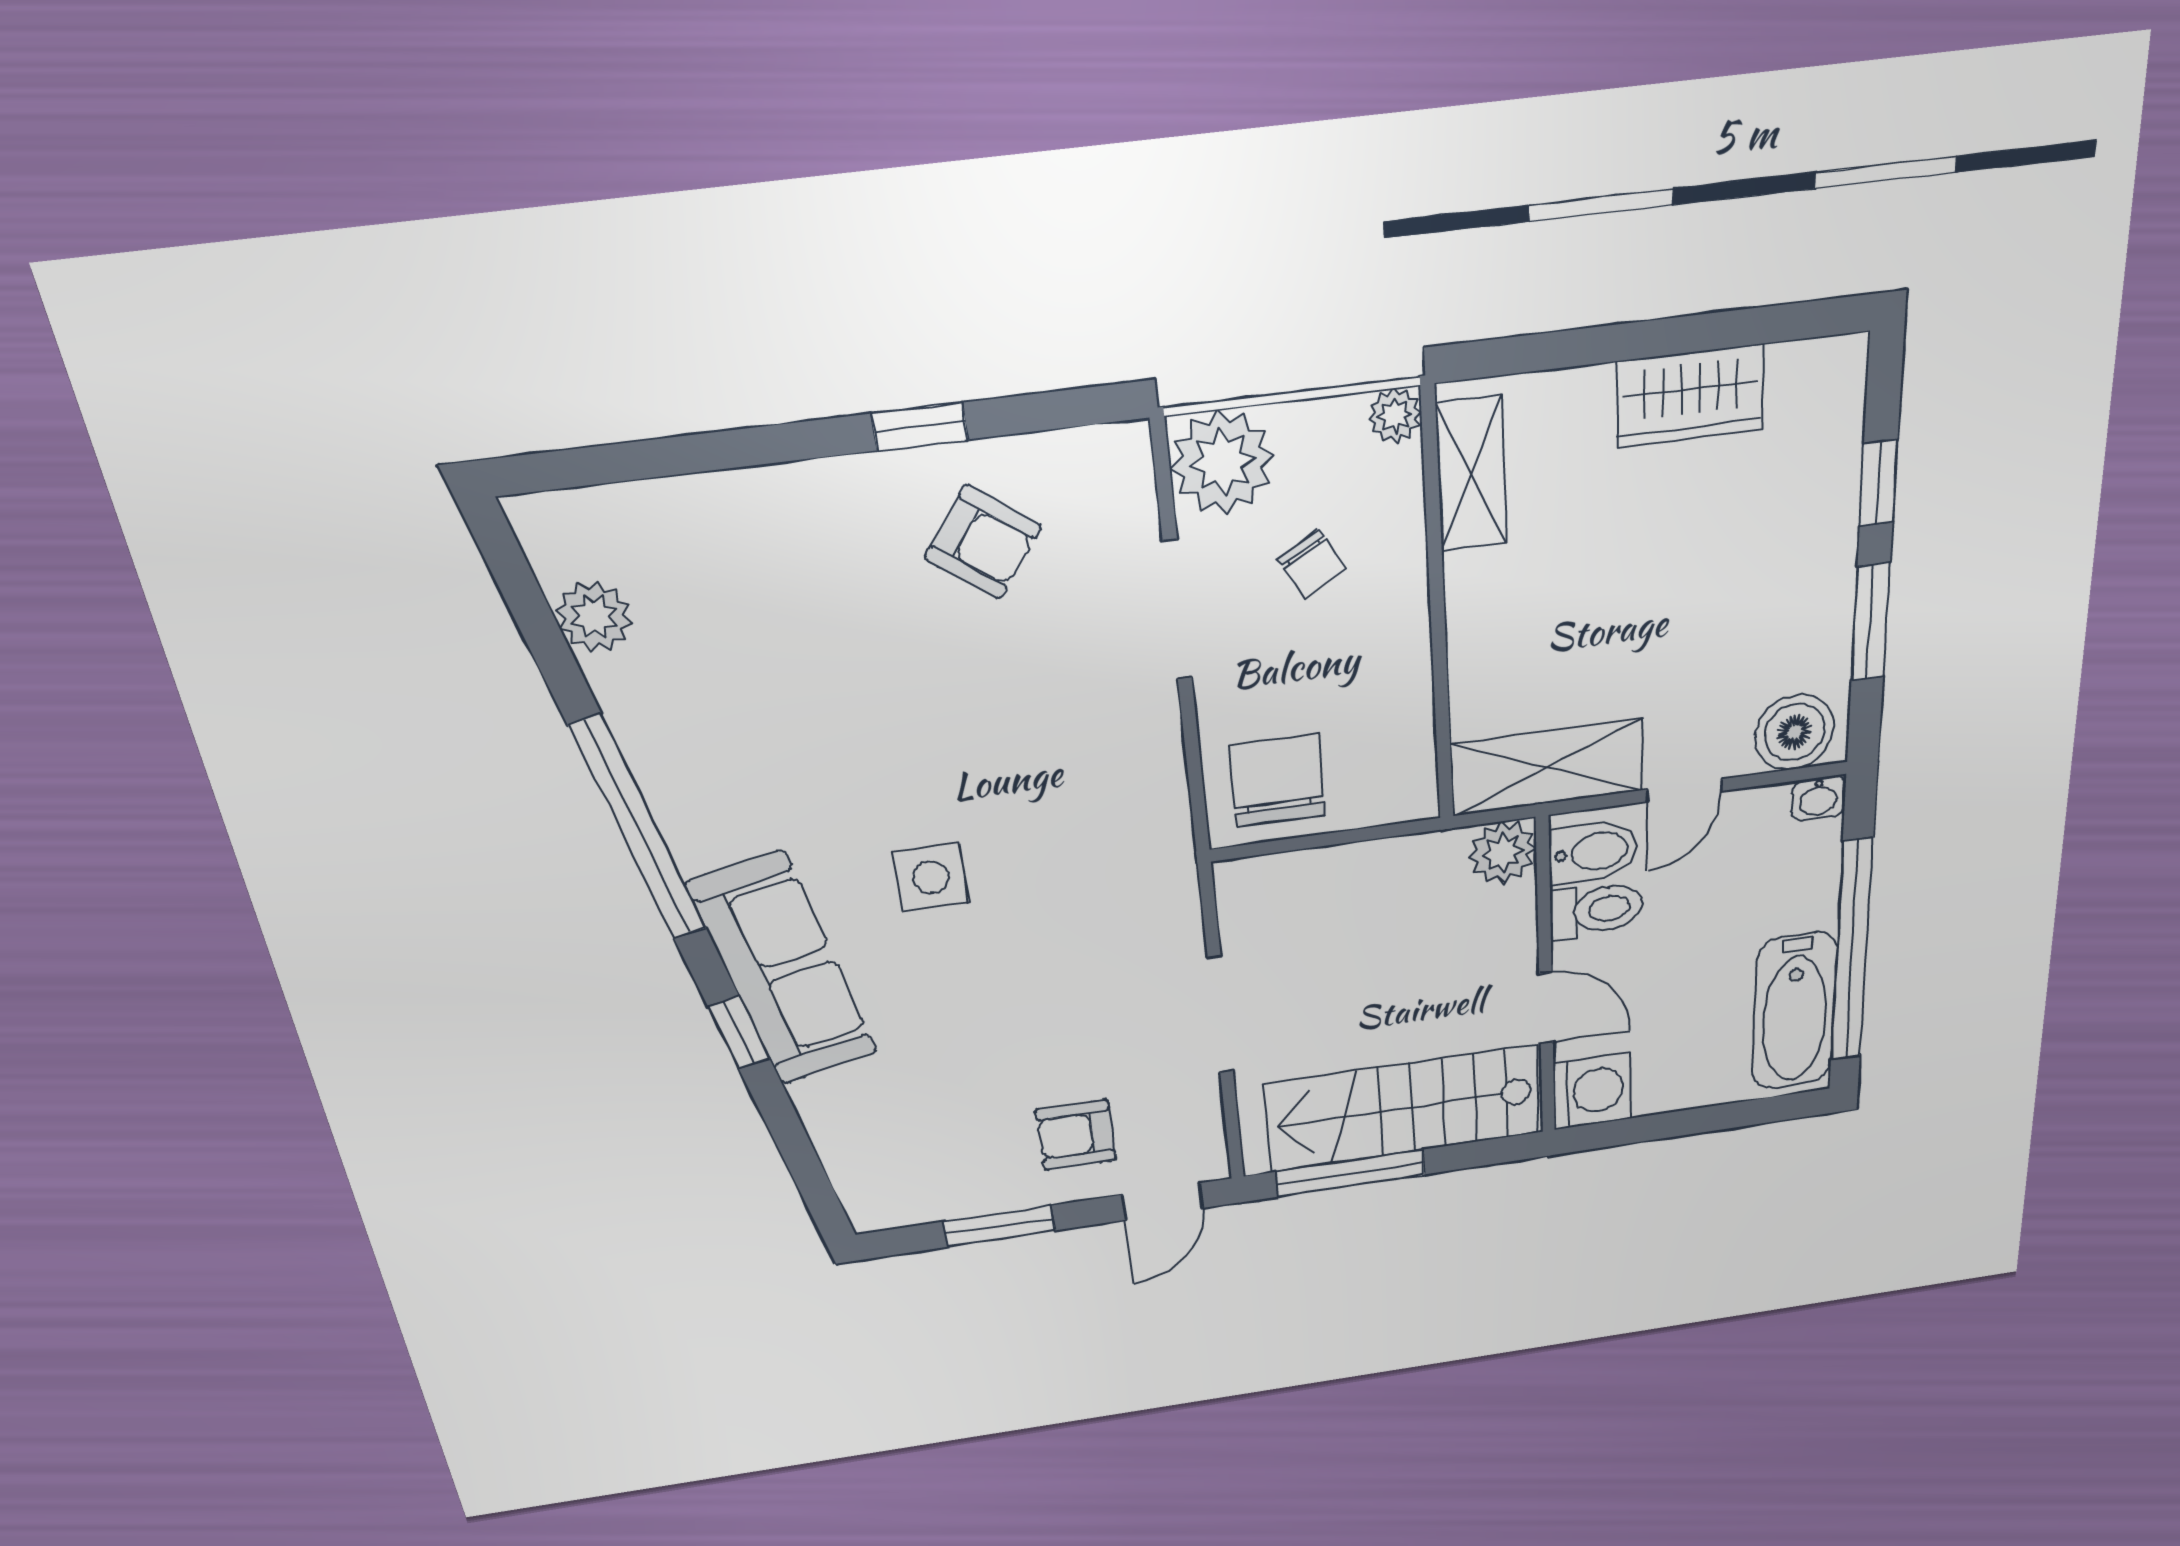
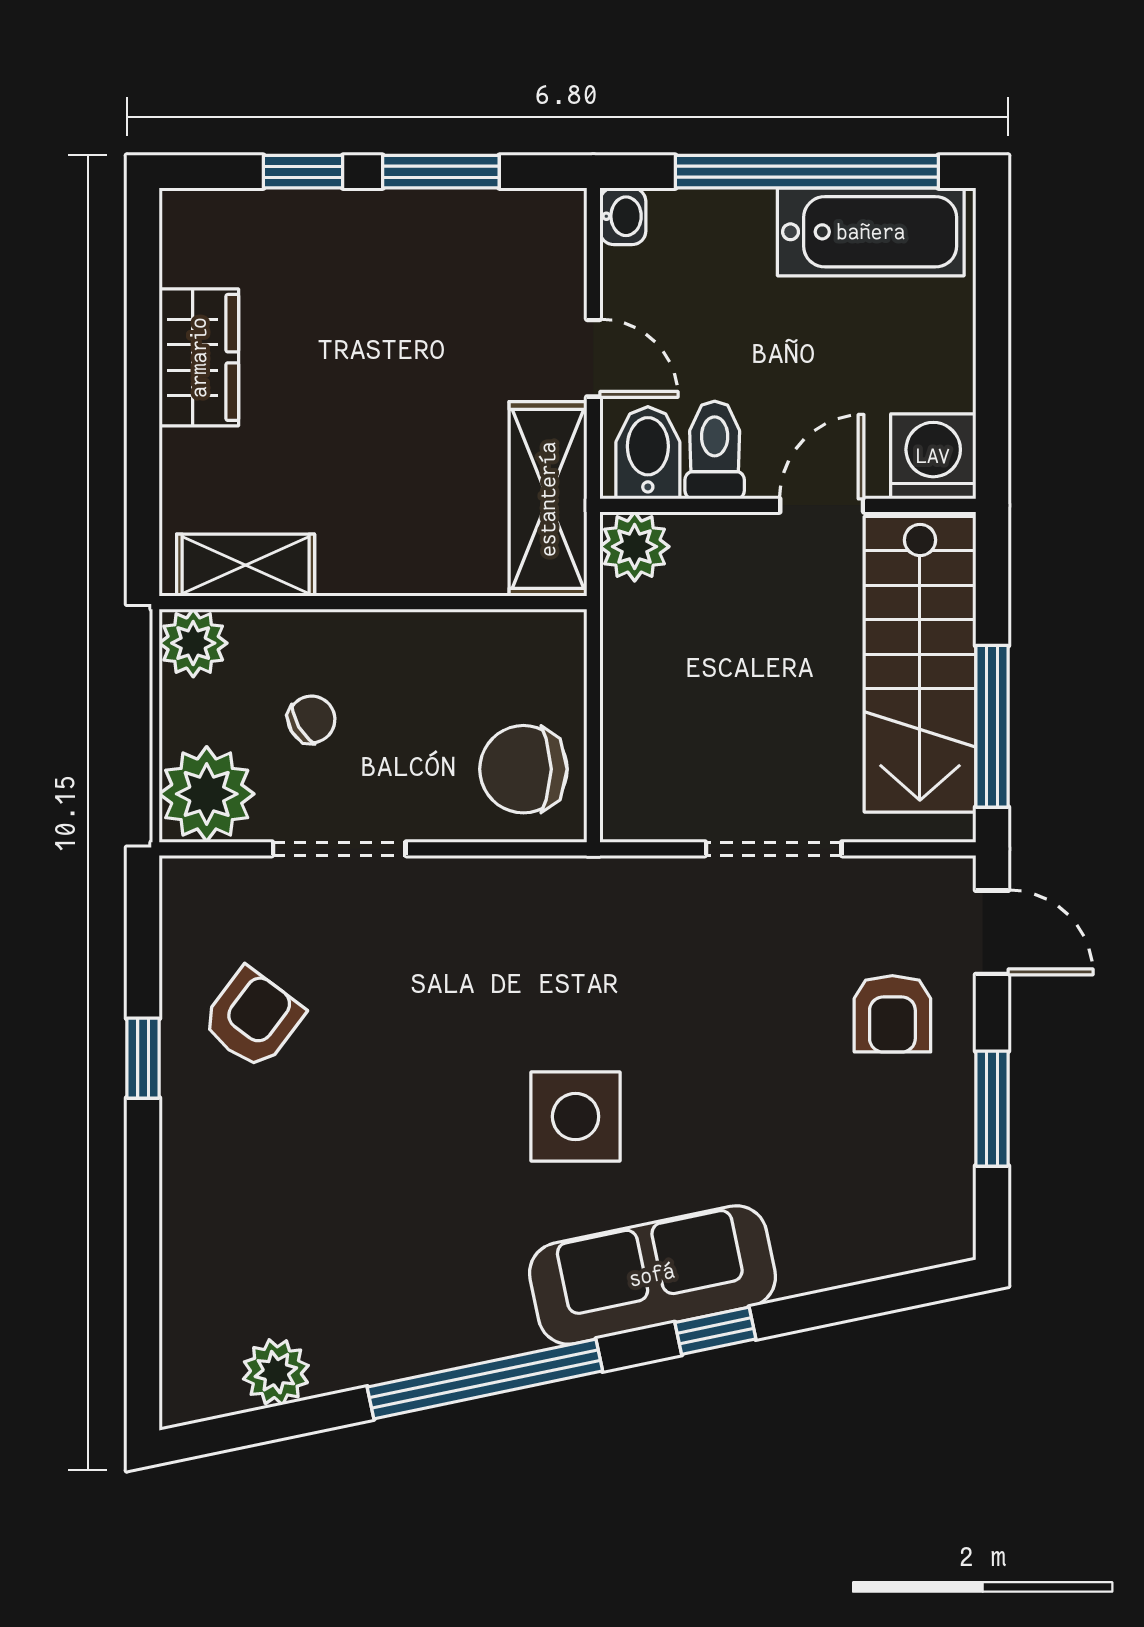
plant: (1395, 416) -> (193, 643), width x1.38, depth x1.38
boiler: (1794, 732) -> (546, 245), removed
side table: (931, 877) -> (576, 1117), width x1.37, depth x1.37

